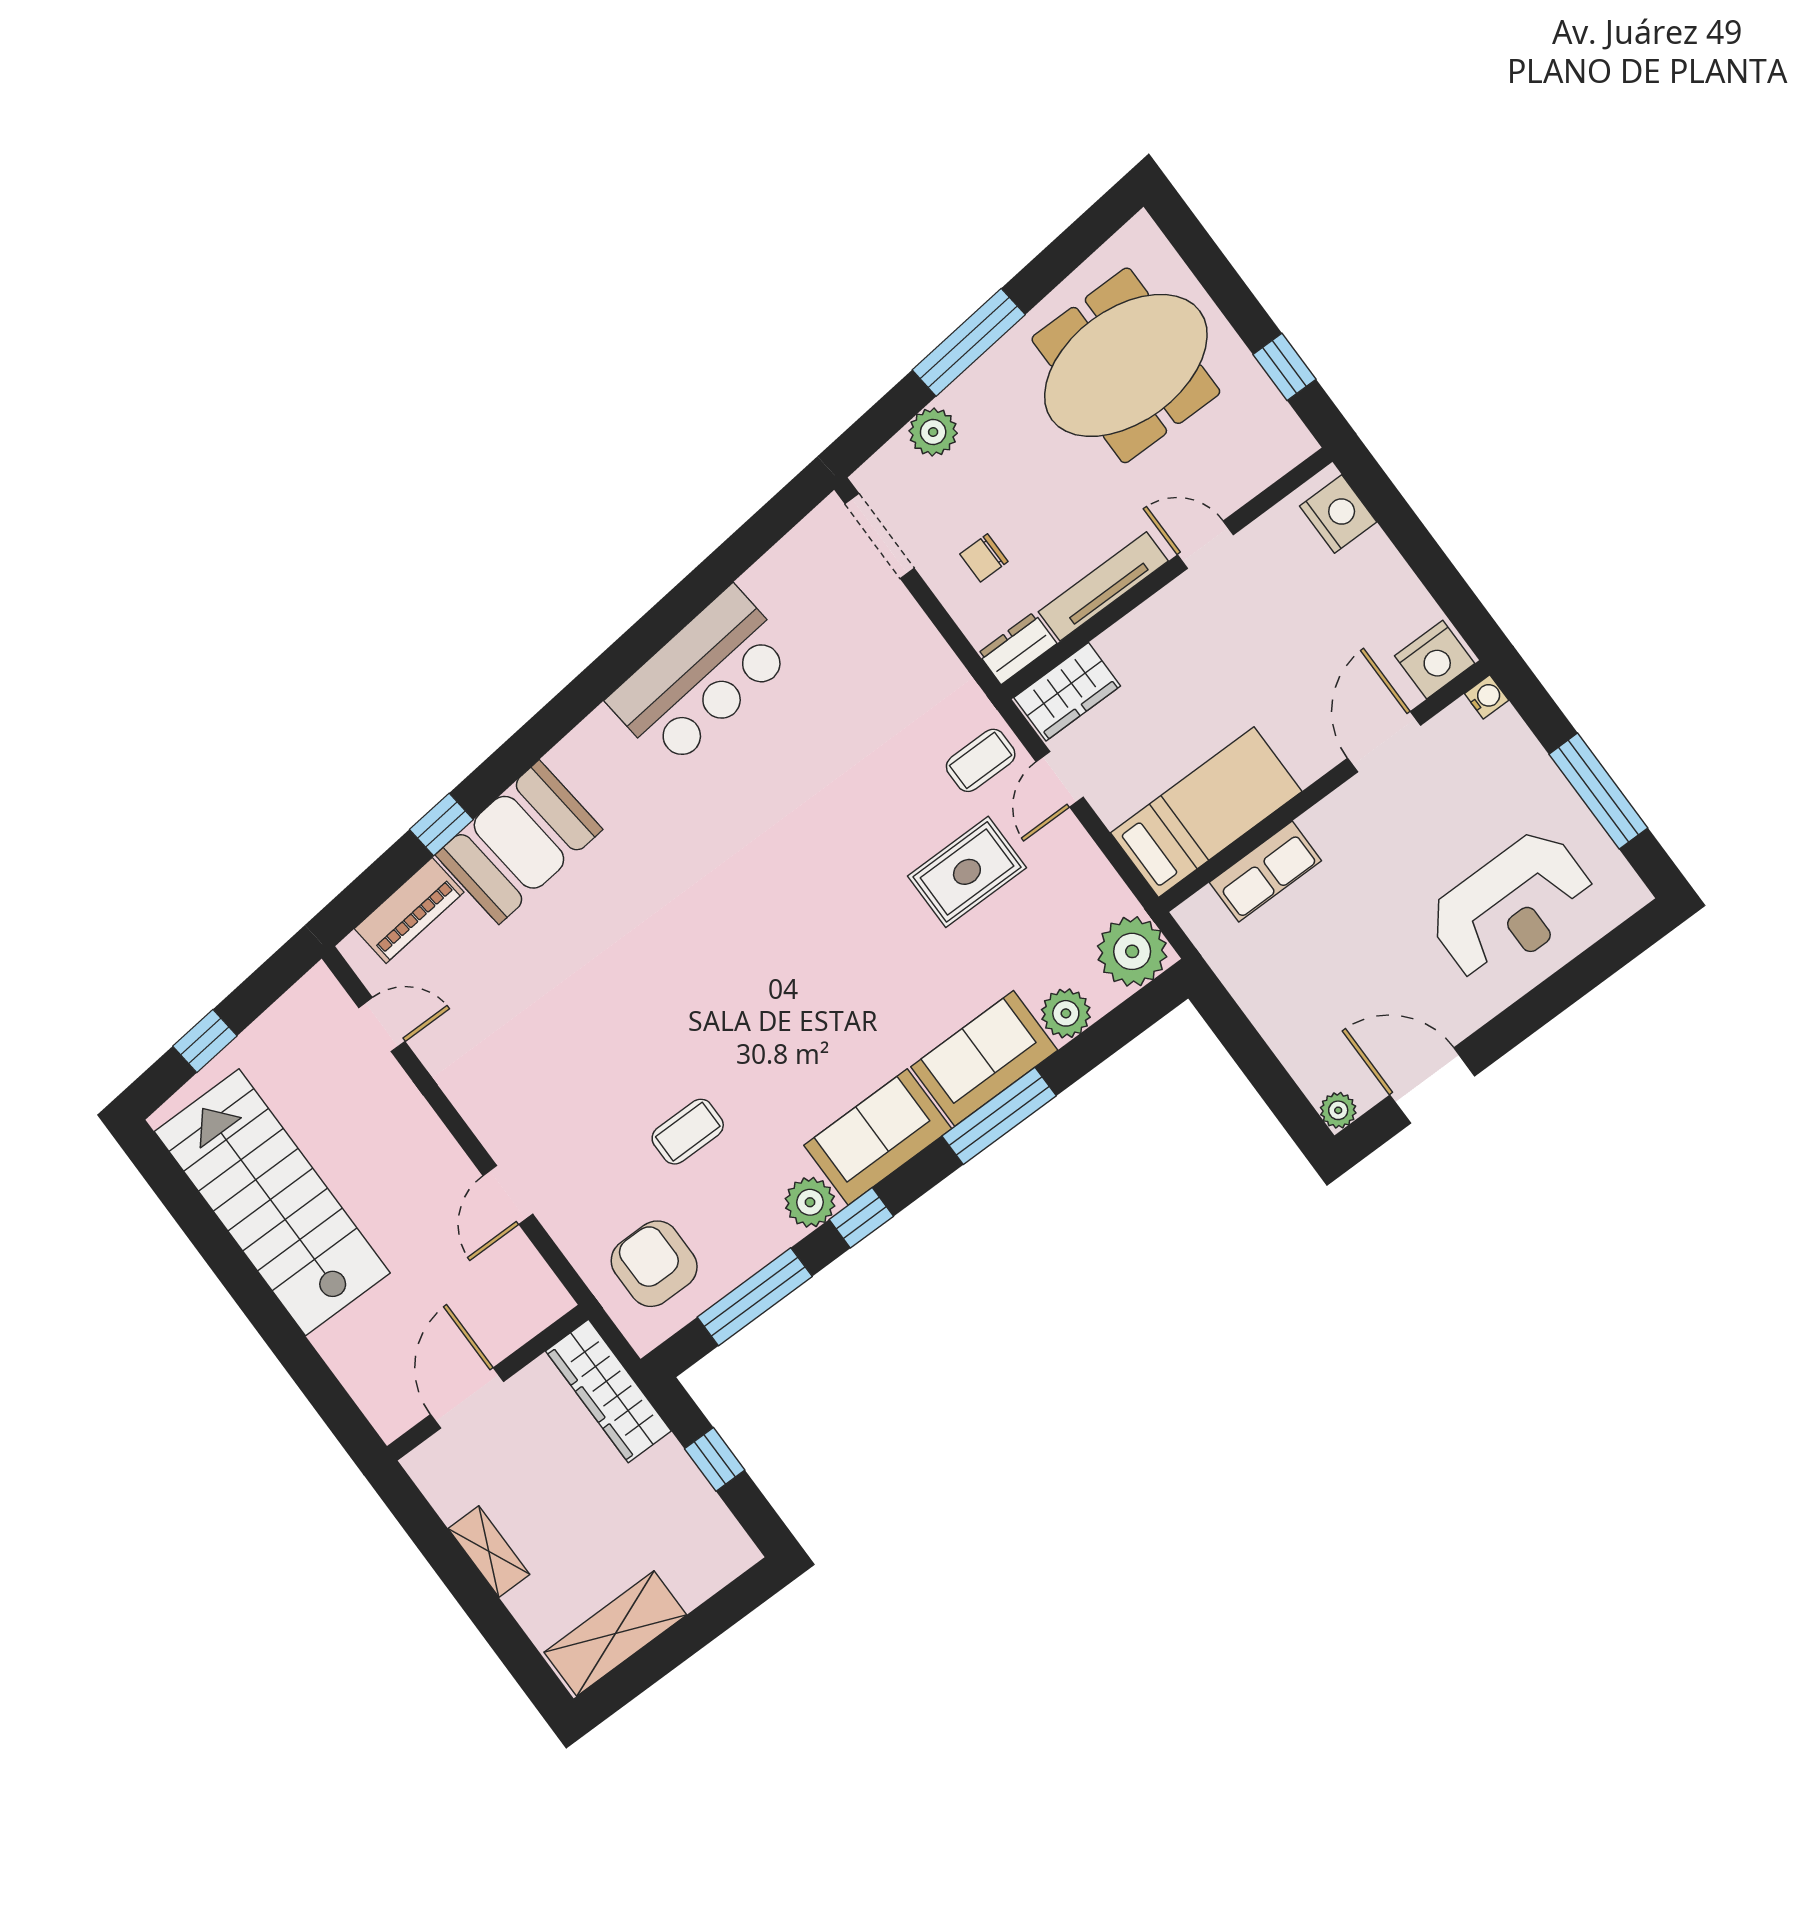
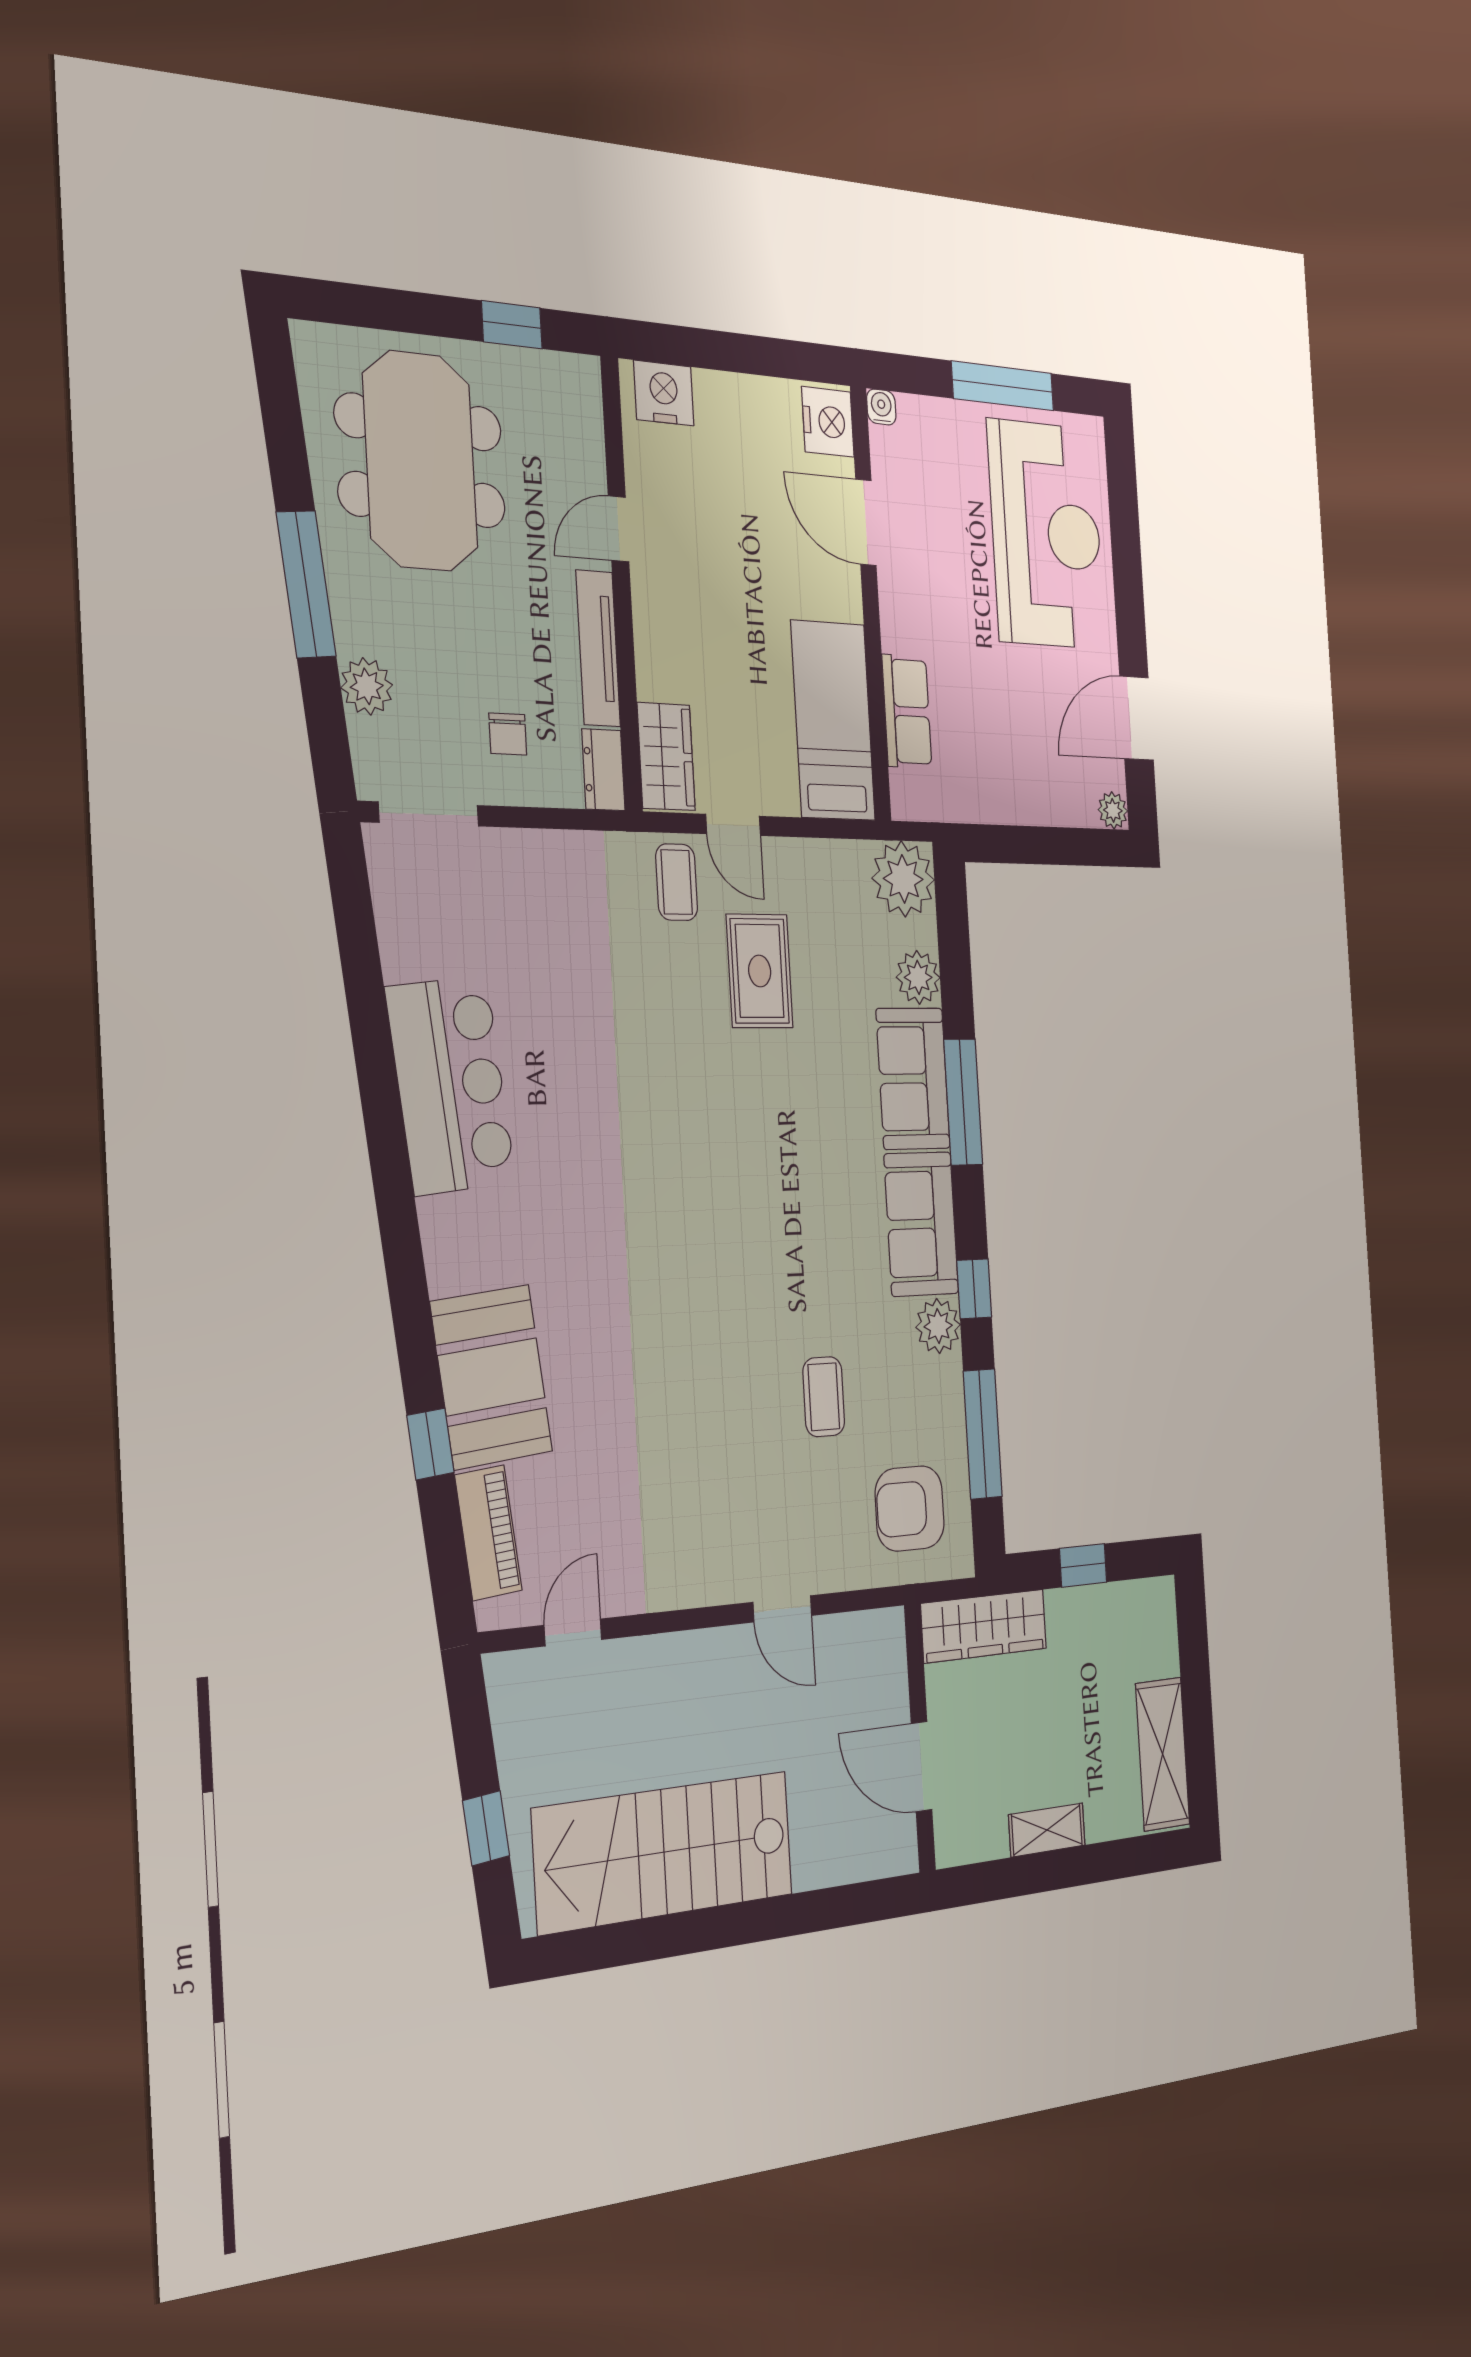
reception desk: (1512, 907) -> (1046, 534), width x1.36, depth x1.30

